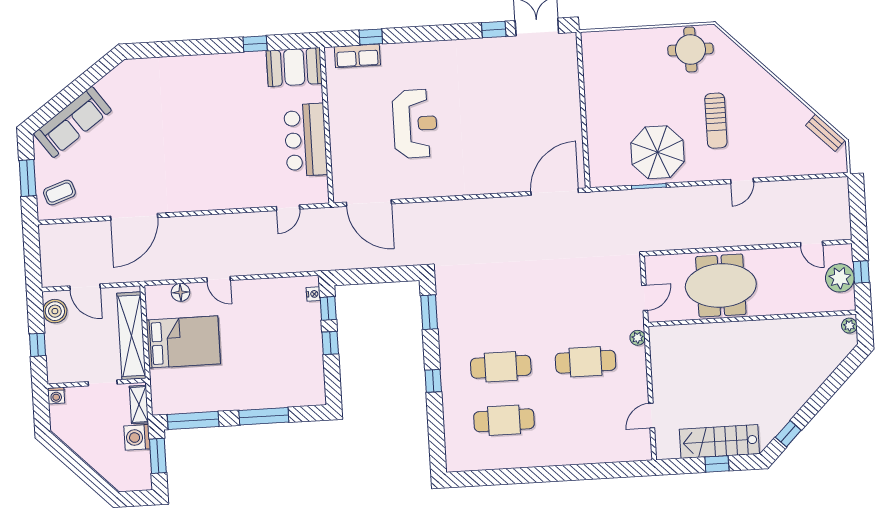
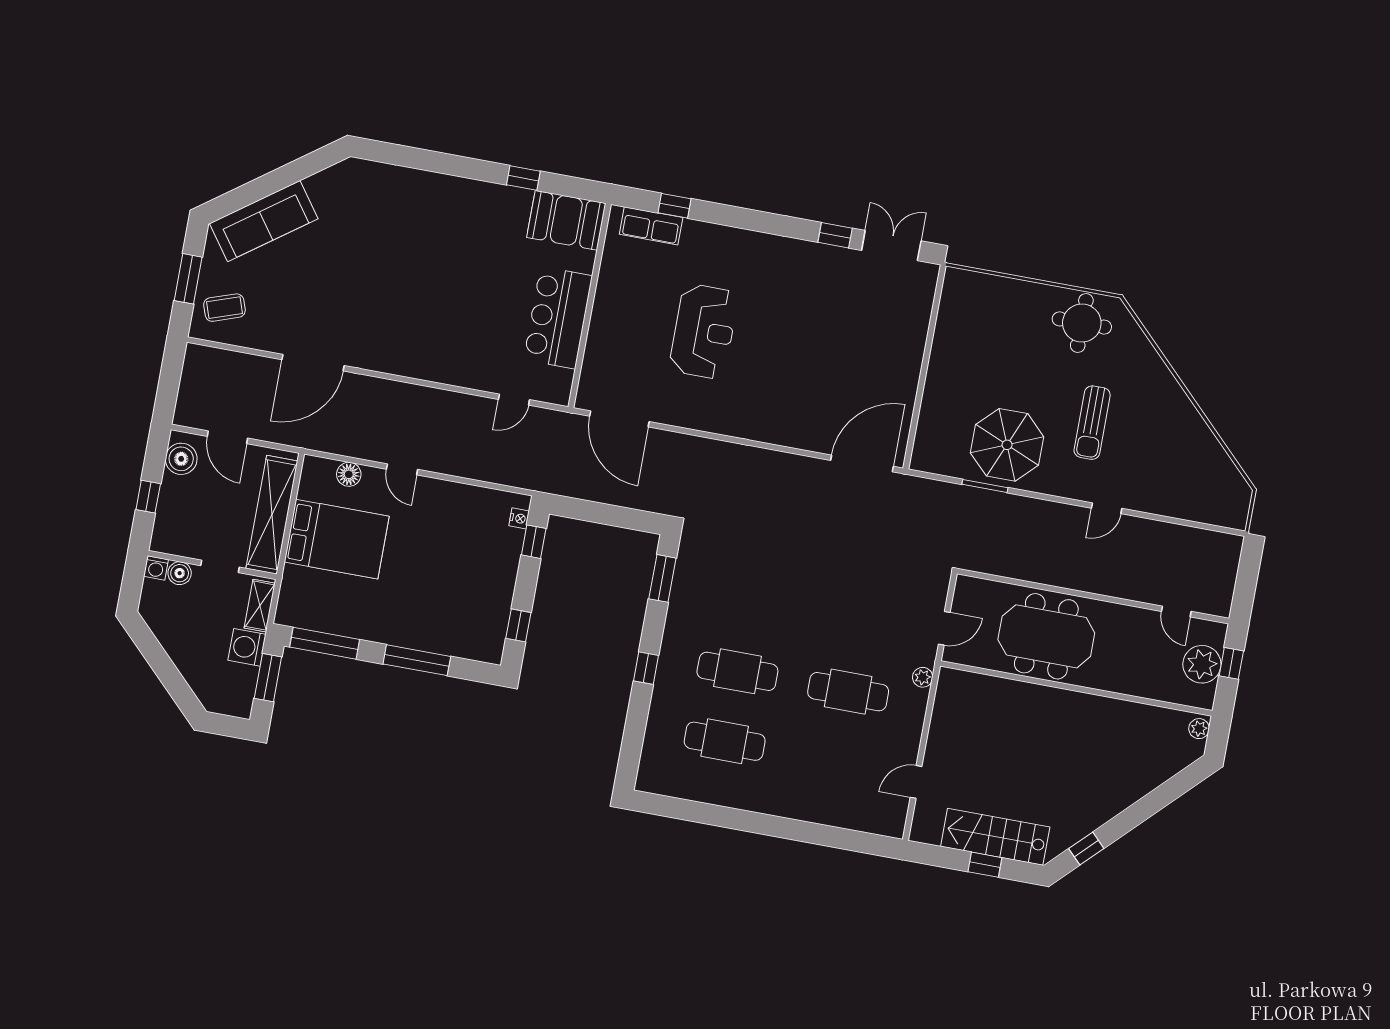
bench: (825, 133) -> (1229, 473), removed
window: (330, 343) -> (518, 625), moved
boiler: (74, 395) -> (180, 573), added

